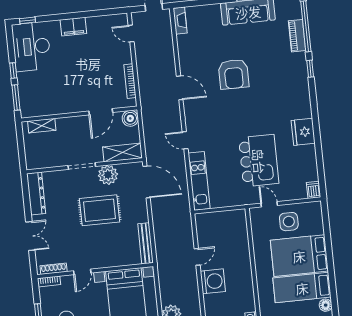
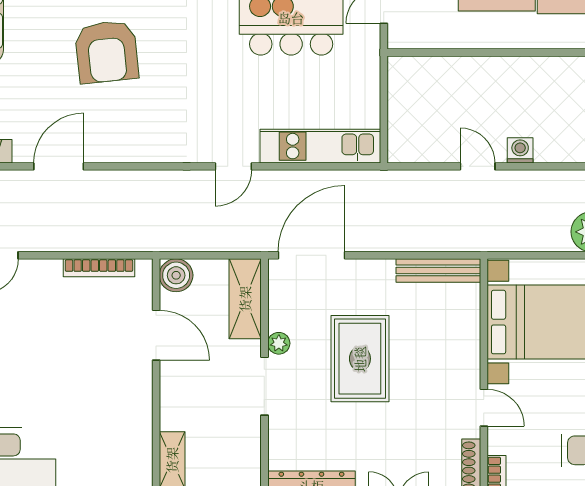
armchair: (234, 74) -> (107, 52), turned 84
door: (180, 88) -> (59, 166), moved
plant: (108, 175) -> (279, 343), width x0.53, depth x0.53
washing machine: (213, 281) -> (520, 150), width x0.53, depth x0.53

